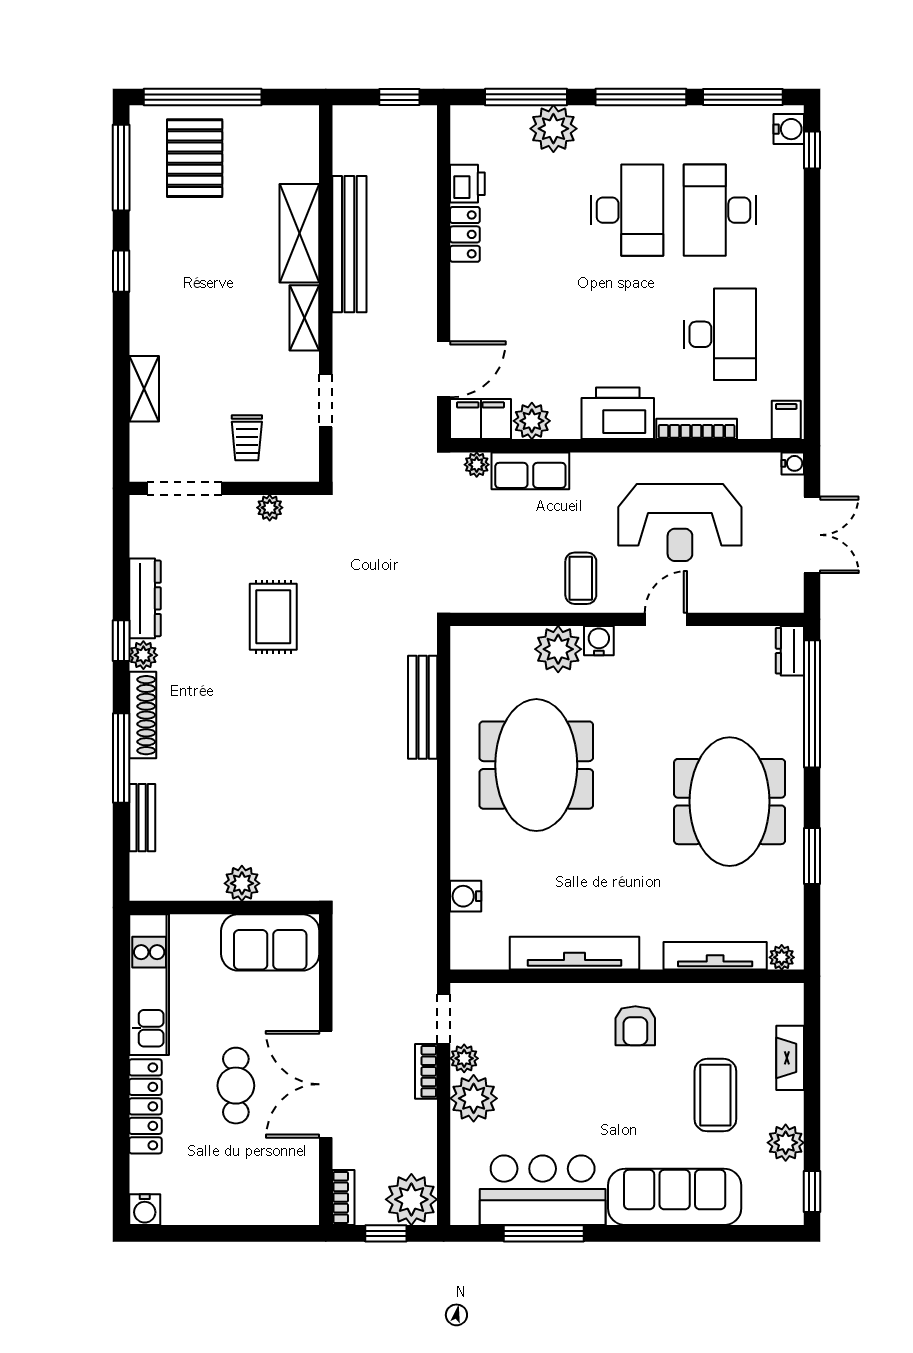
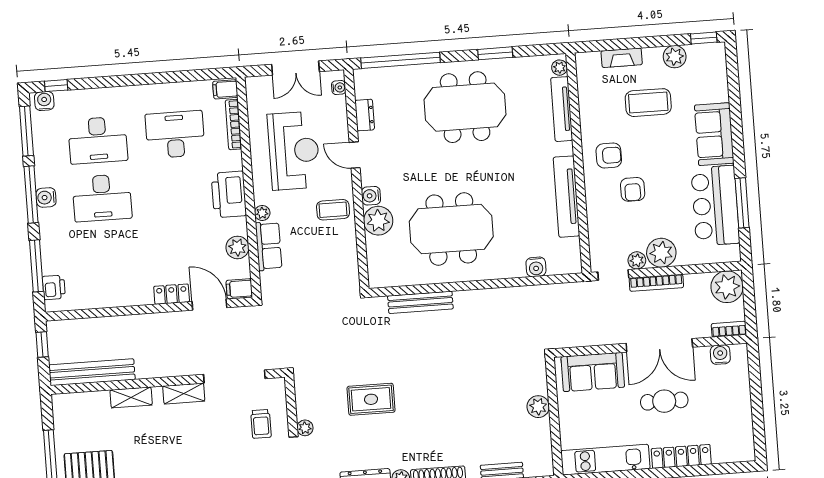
water cooler: (634, 121) -> (46, 197), added
plant: (553, 129) -> (55, 247), removed
printer: (467, 184) -> (54, 287), moved, turned 90
desk: (627, 210) -> (102, 198), turned 180
shelving: (299, 233) -> (131, 397), width x0.67, depth x0.75
locker: (465, 234) -> (172, 294), moved
bench: (349, 244) -> (92, 372), moved
doorway: (326, 401) -> (234, 376), width x1.87
filing cabinet: (481, 419) -> (239, 289), width x0.50
bookcase: (697, 429) -> (233, 125), moved
trolley: (247, 438) -> (261, 424), turned 90
water cooler: (793, 463) -> (339, 88), moved, turned 90
plant: (477, 465) -> (262, 213), moved
plant: (270, 508) -> (305, 428), moved
double door: (812, 535) -> (296, 68), swing flipped
dresser: (790, 651) -> (365, 115), moved, turned -90
sofa: (270, 942) -> (593, 372), moved, turned 90
armchair: (578, 1060) -> (633, 189), added
bookcase: (426, 1071) -> (656, 283), width x1.56
sofa: (675, 1197) -> (714, 134), width x0.73
water cooler: (145, 1210) -> (720, 355), moved, turned -90
window: (386, 1233) -> (749, 301), removed

